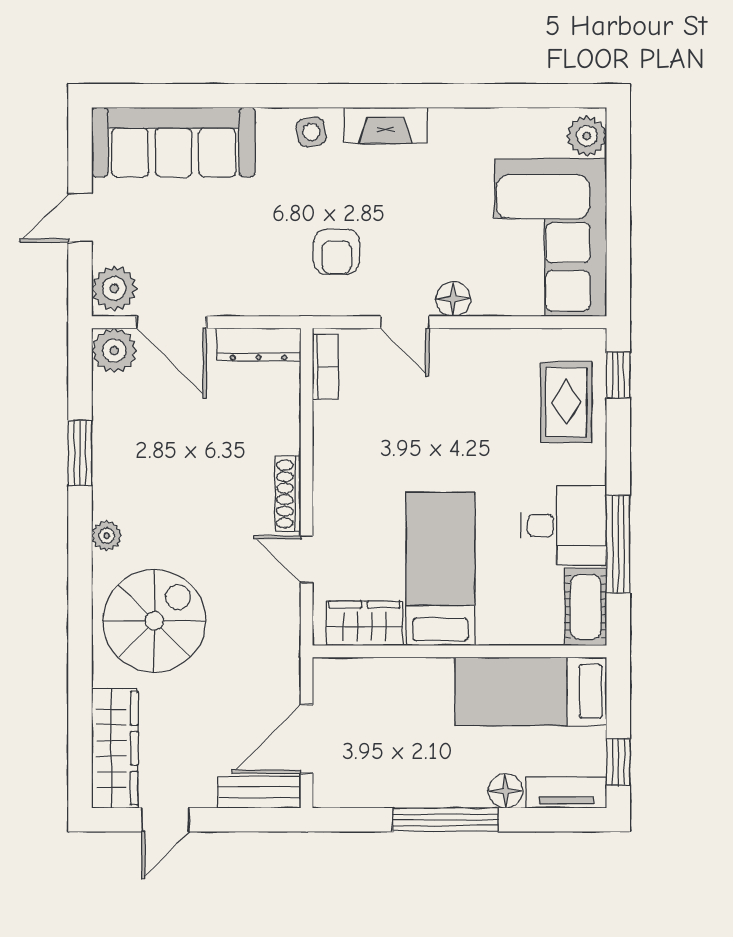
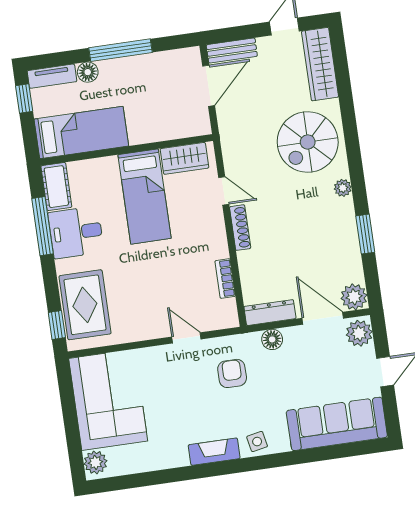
floor lamp: (453, 299) -> (272, 339), moved
bookcase: (325, 367) -> (225, 278), moved
rug: (566, 402) -> (85, 305), width x1.36, depth x1.43

